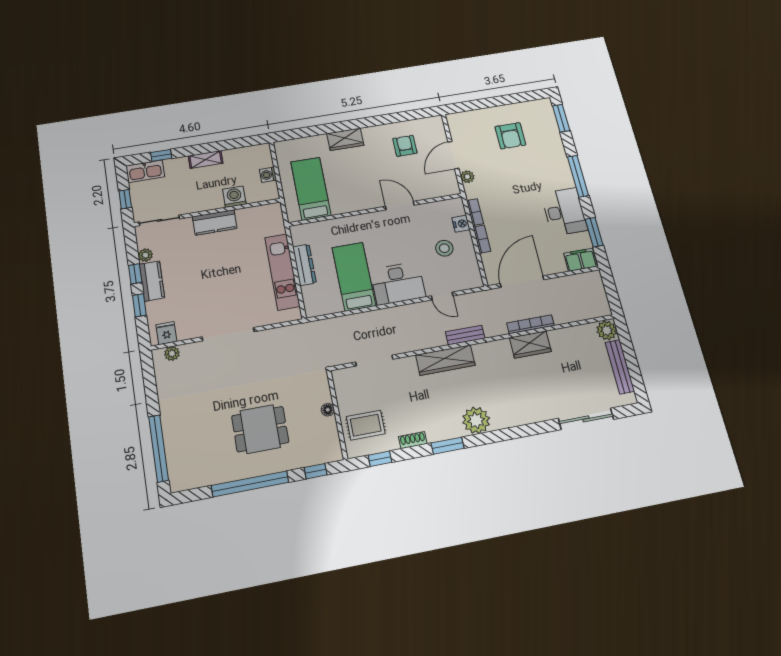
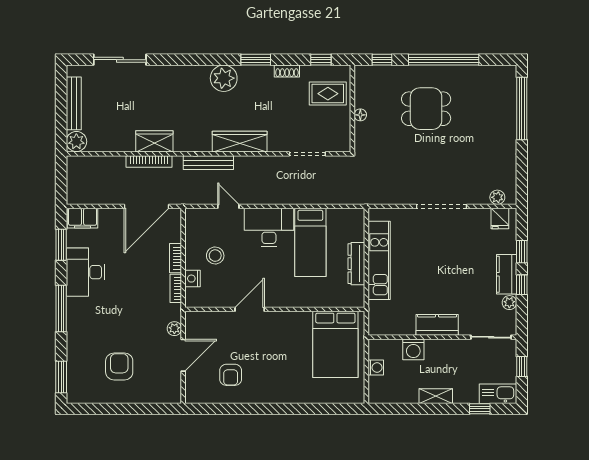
wardrobe: (345, 139) -> (290, 393), removed
bed: (311, 189) -> (335, 344), width x1.50
door: (400, 206) -> (250, 309), swing flipped
bench: (465, 335) -> (208, 163), width x1.36

